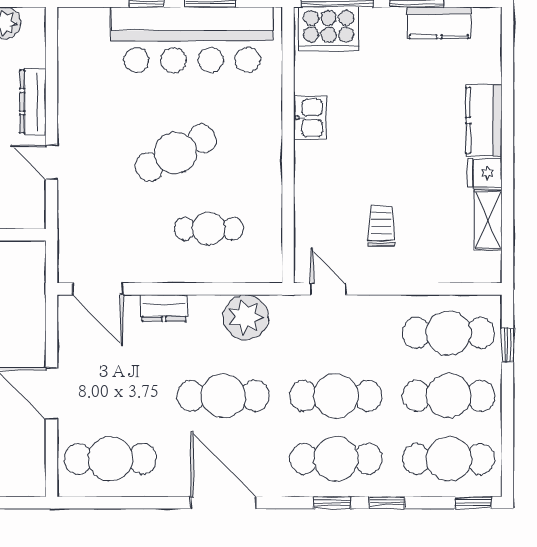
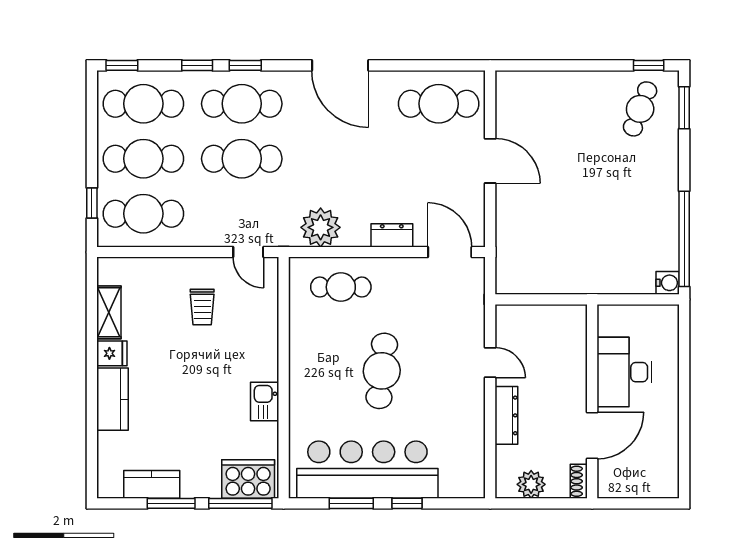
cafe table: (176, 153) -> (382, 371), turned -56
cafe table: (209, 229) -> (341, 287), moved
cafe table: (223, 396) -> (340, 159), removed

